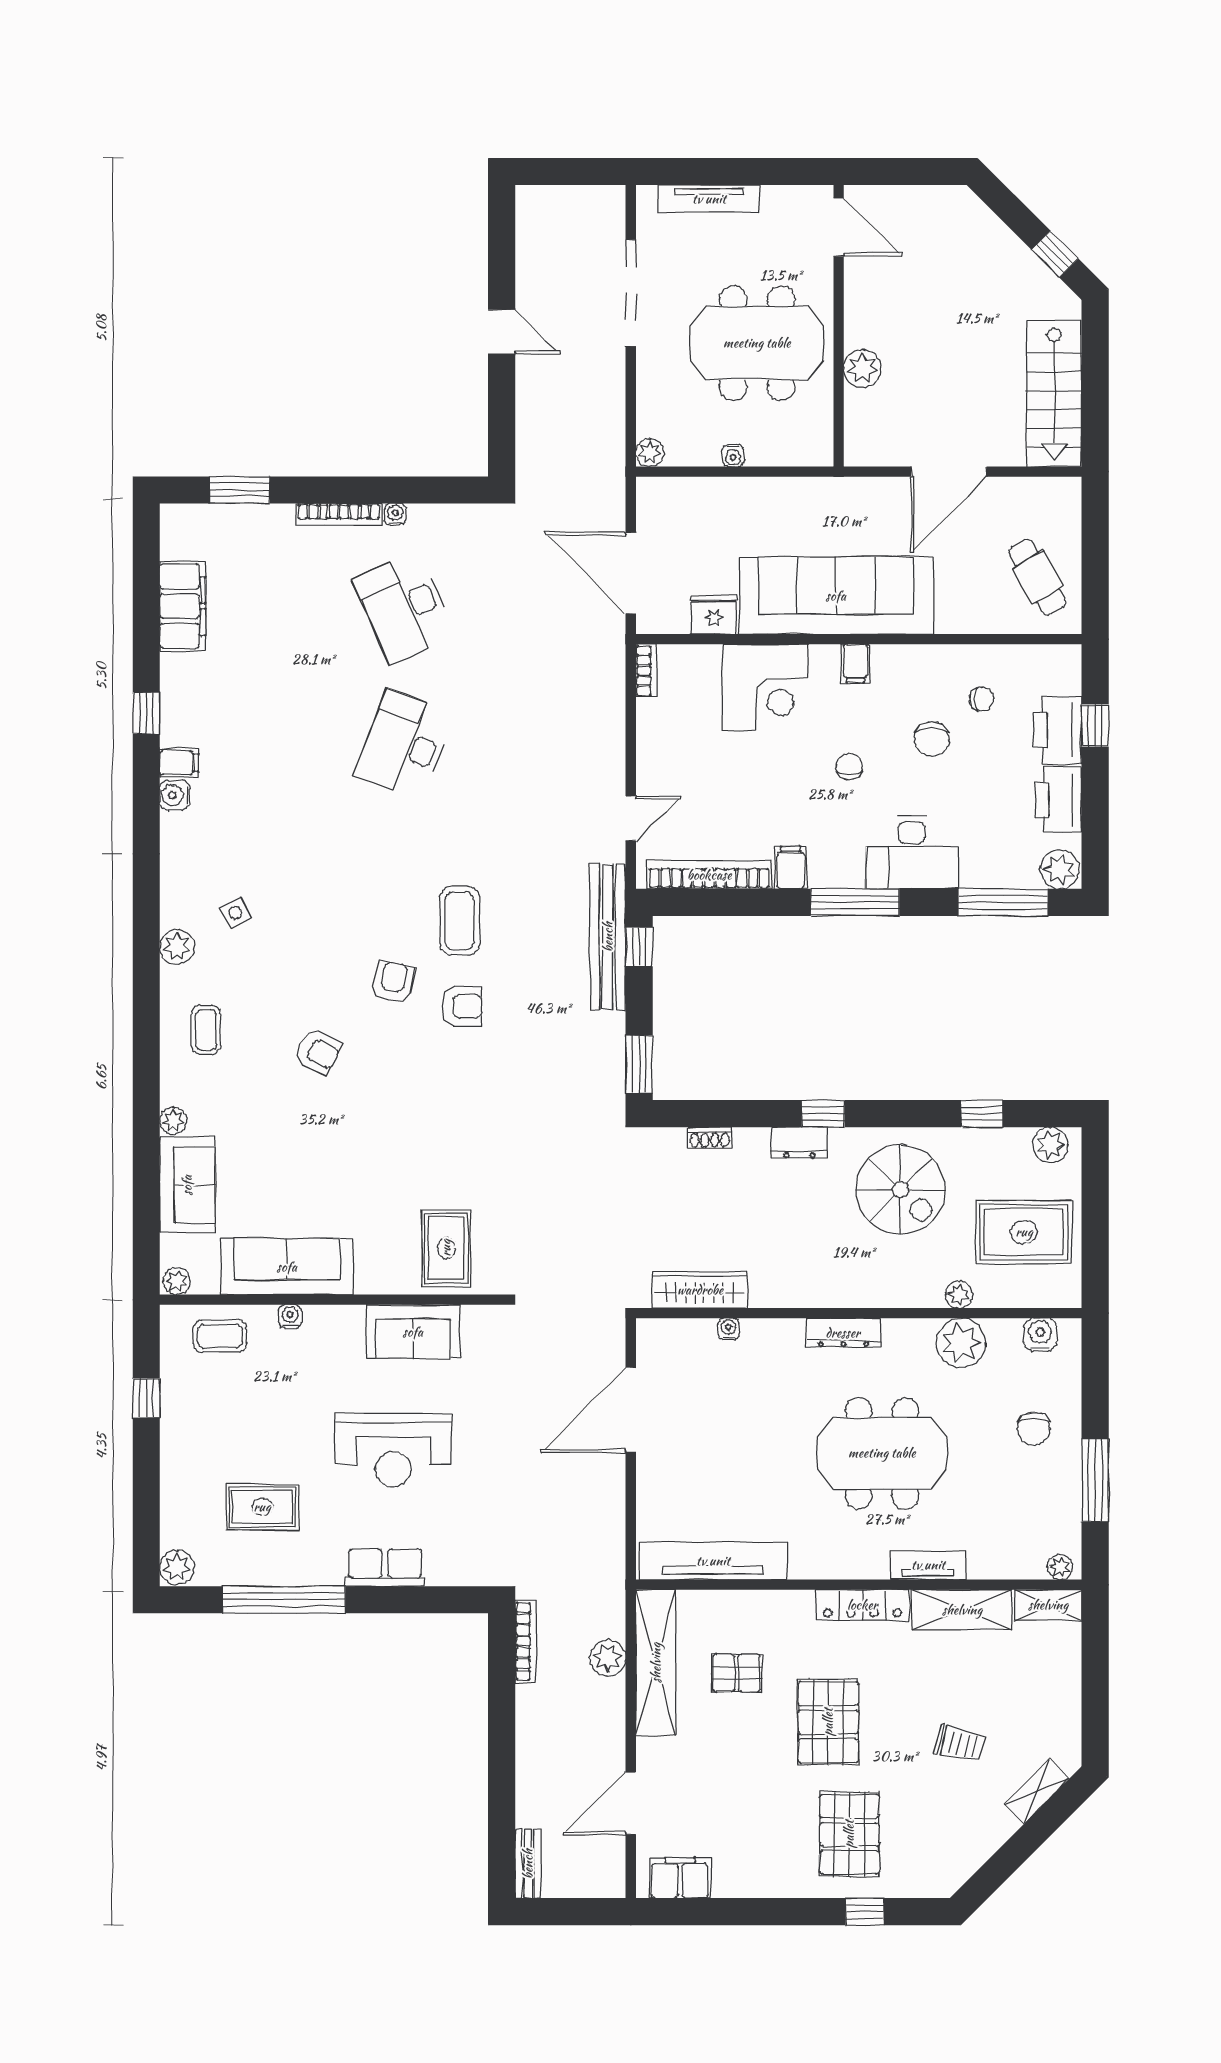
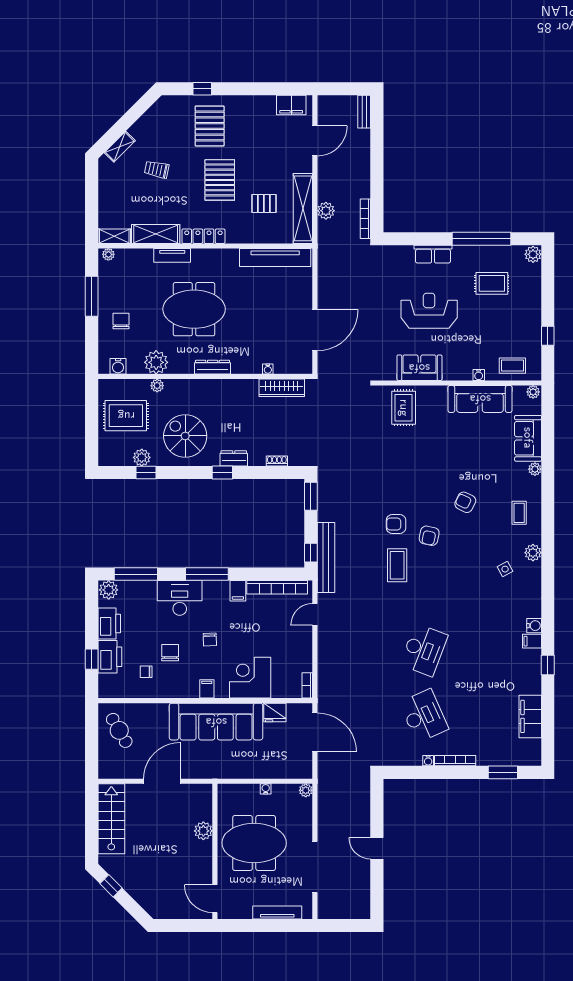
plant: (1050, 1145) -> (142, 457), moved

